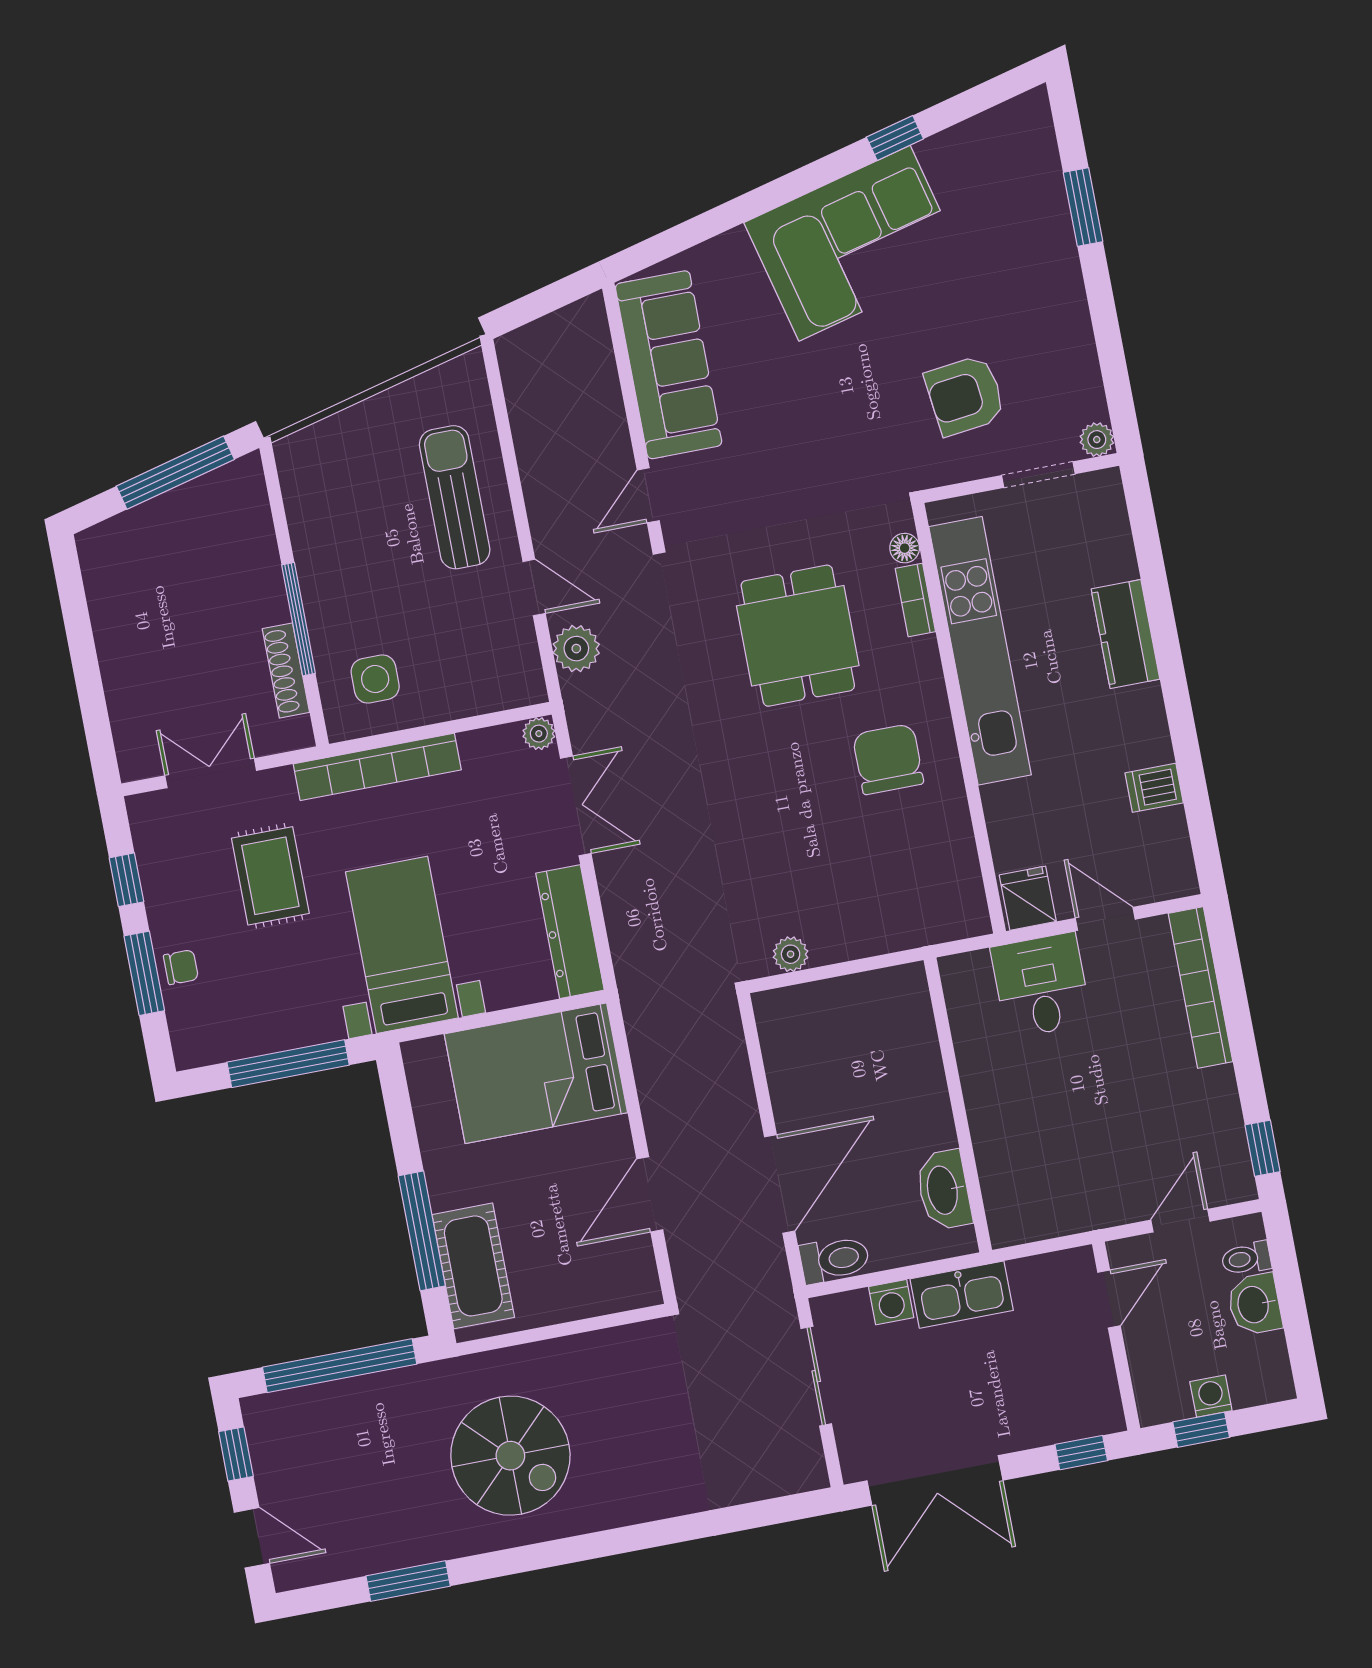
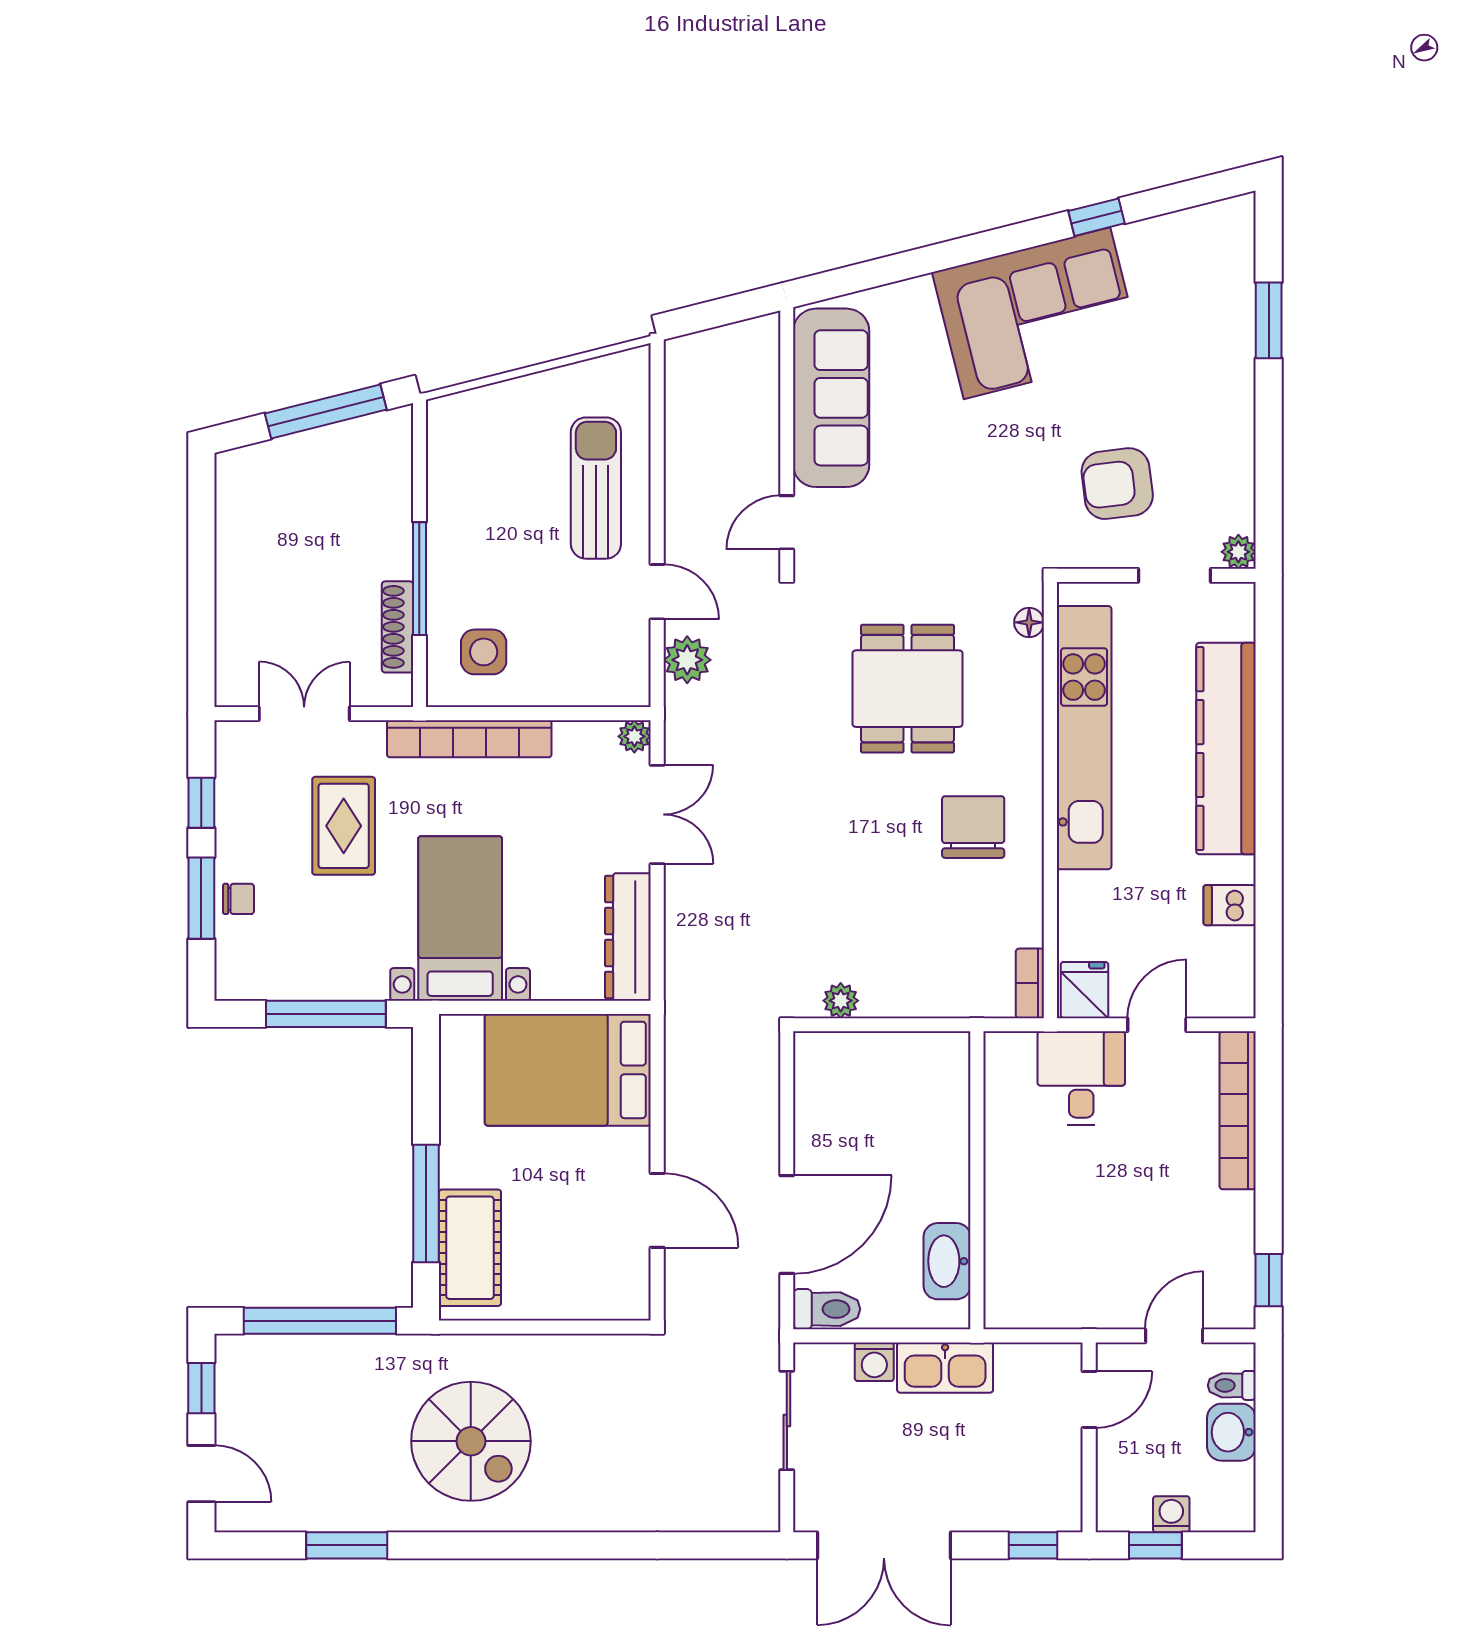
bookcase: (915, 600) -> (1030, 983), moved
kitchen counter: (1125, 634) -> (1226, 749), width x2.08, depth x1.17
door: (1105, 919) -> (1157, 1025), hinge flipped
door: (650, 1194) -> (657, 1210), swing flipped

